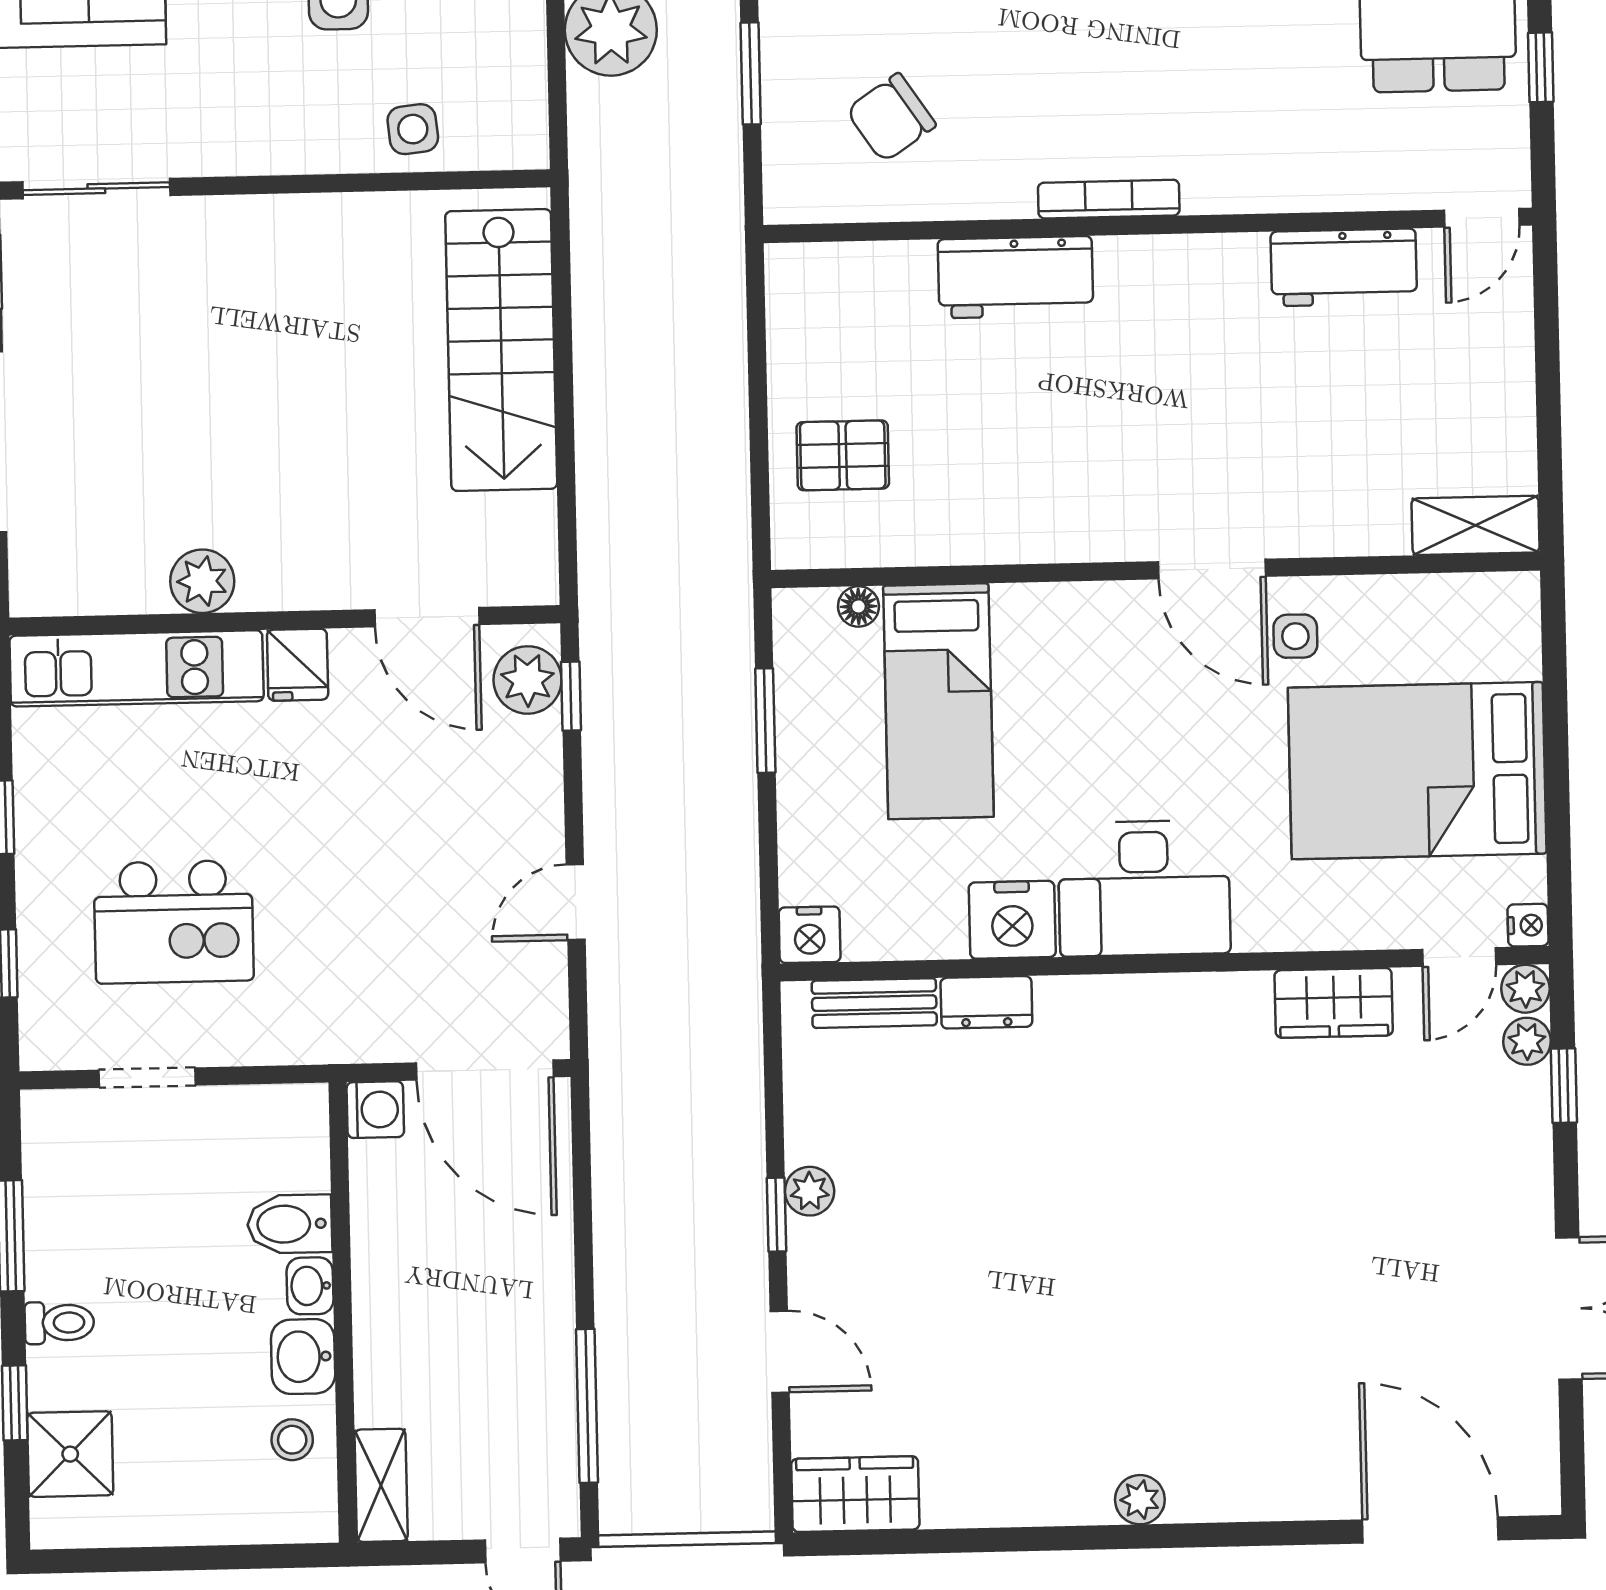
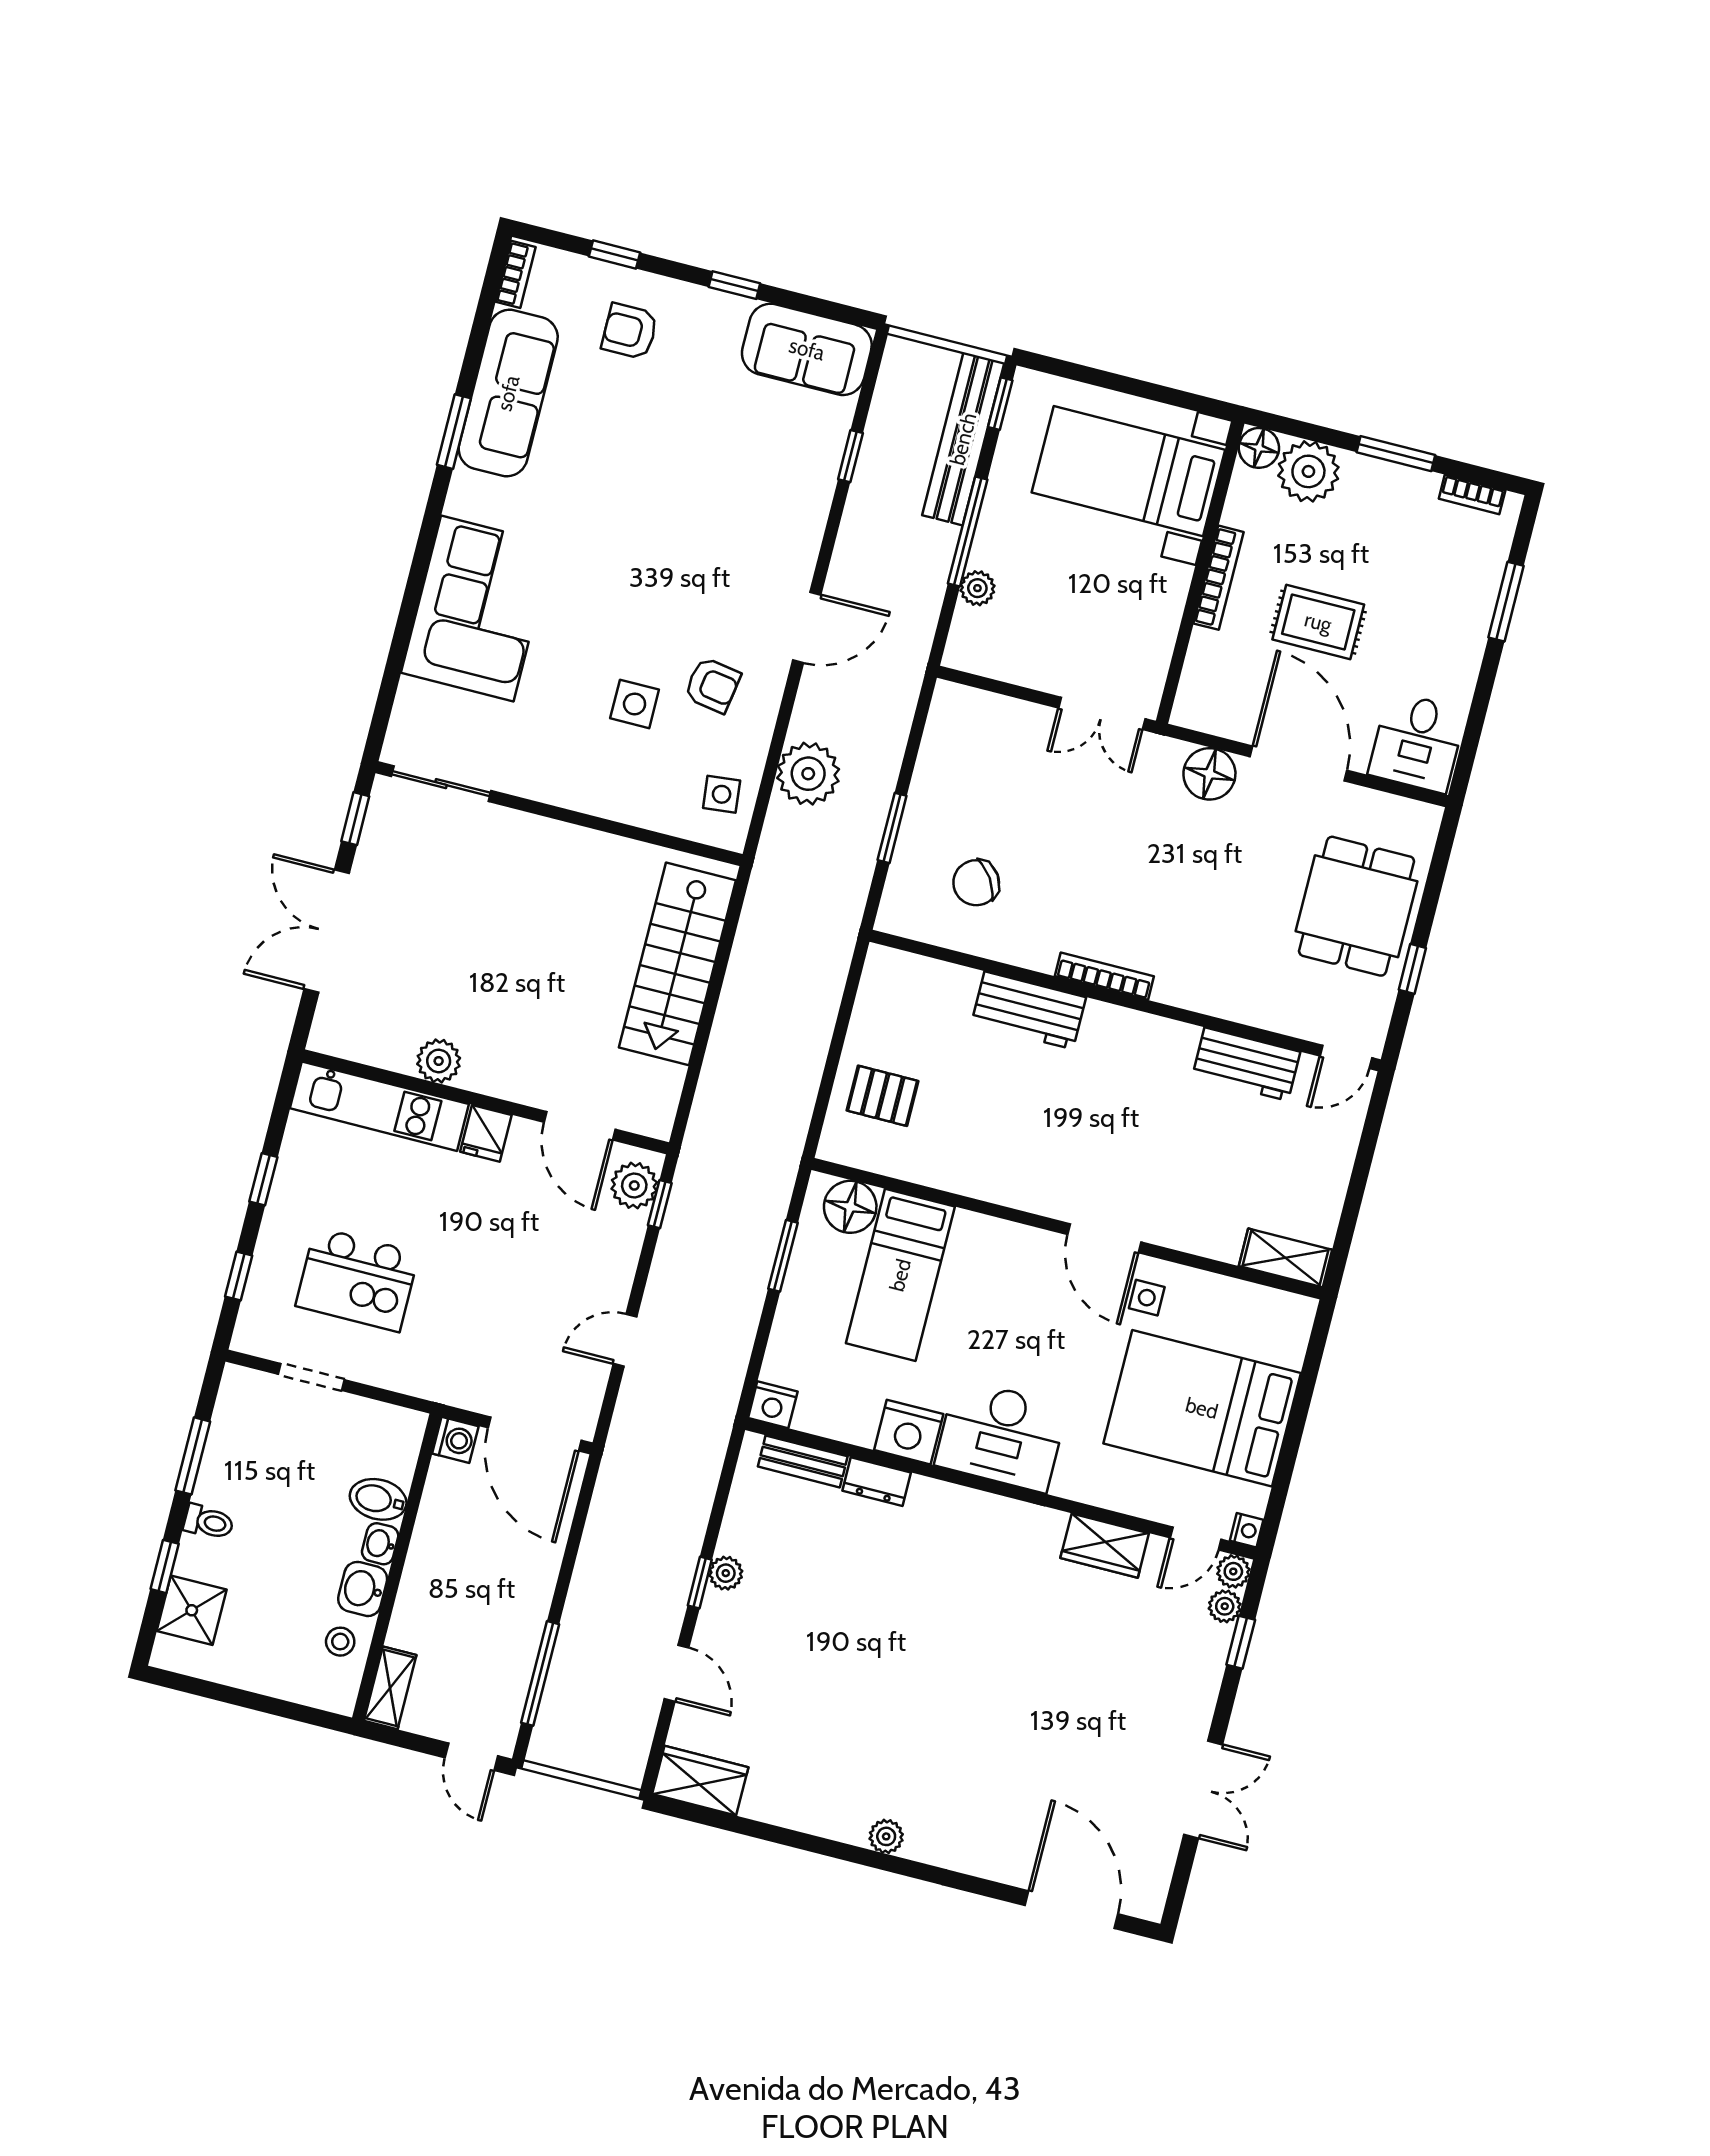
side table: (413, 129) -> (722, 794), moved
floor lamp: (858, 606) -> (850, 1207), width x1.89, depth x1.89

